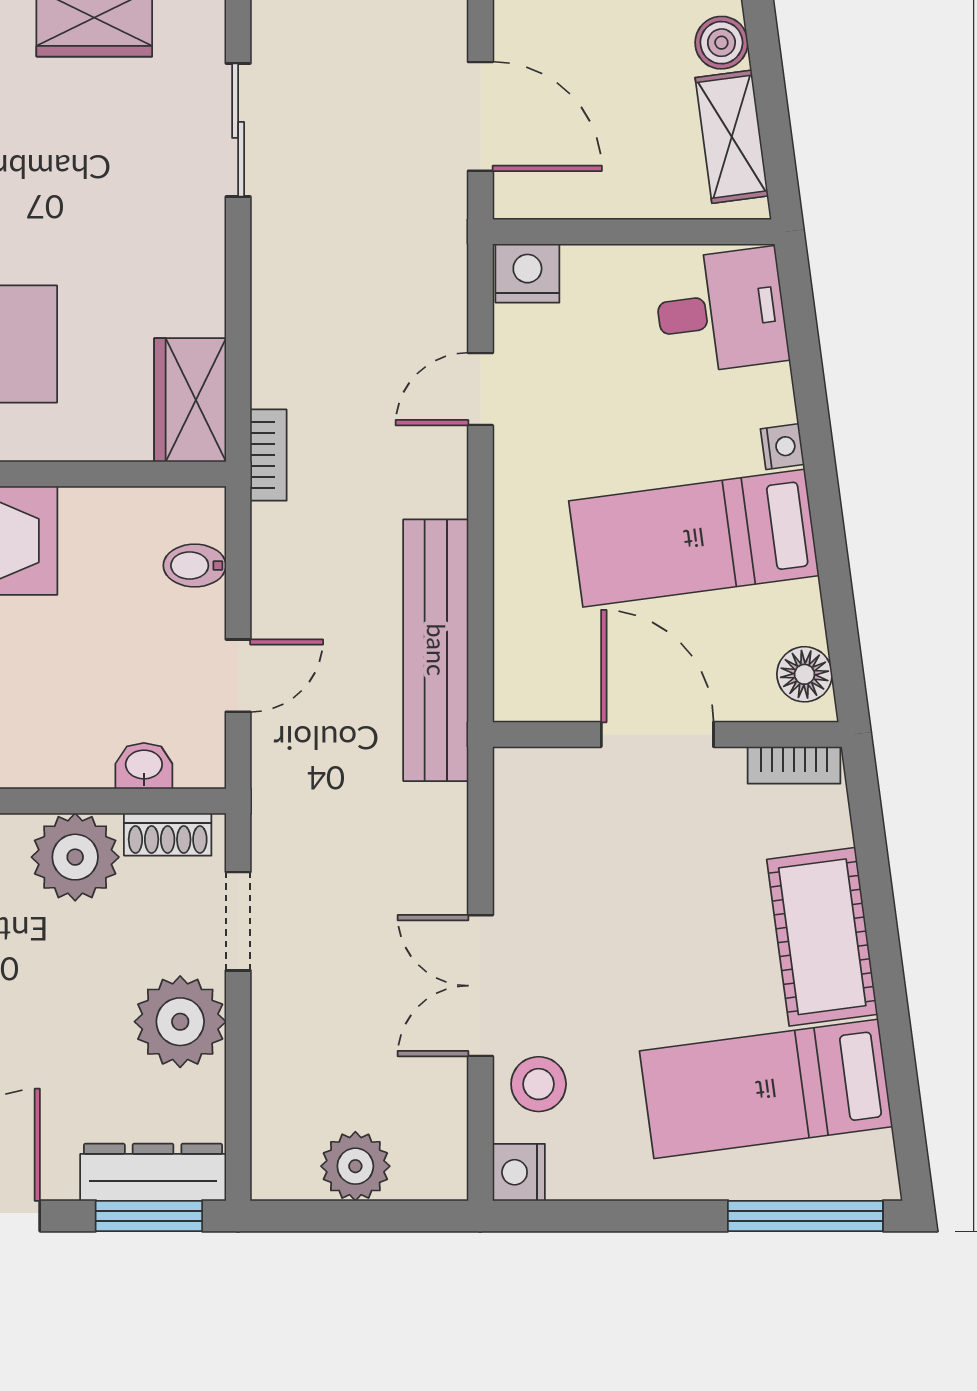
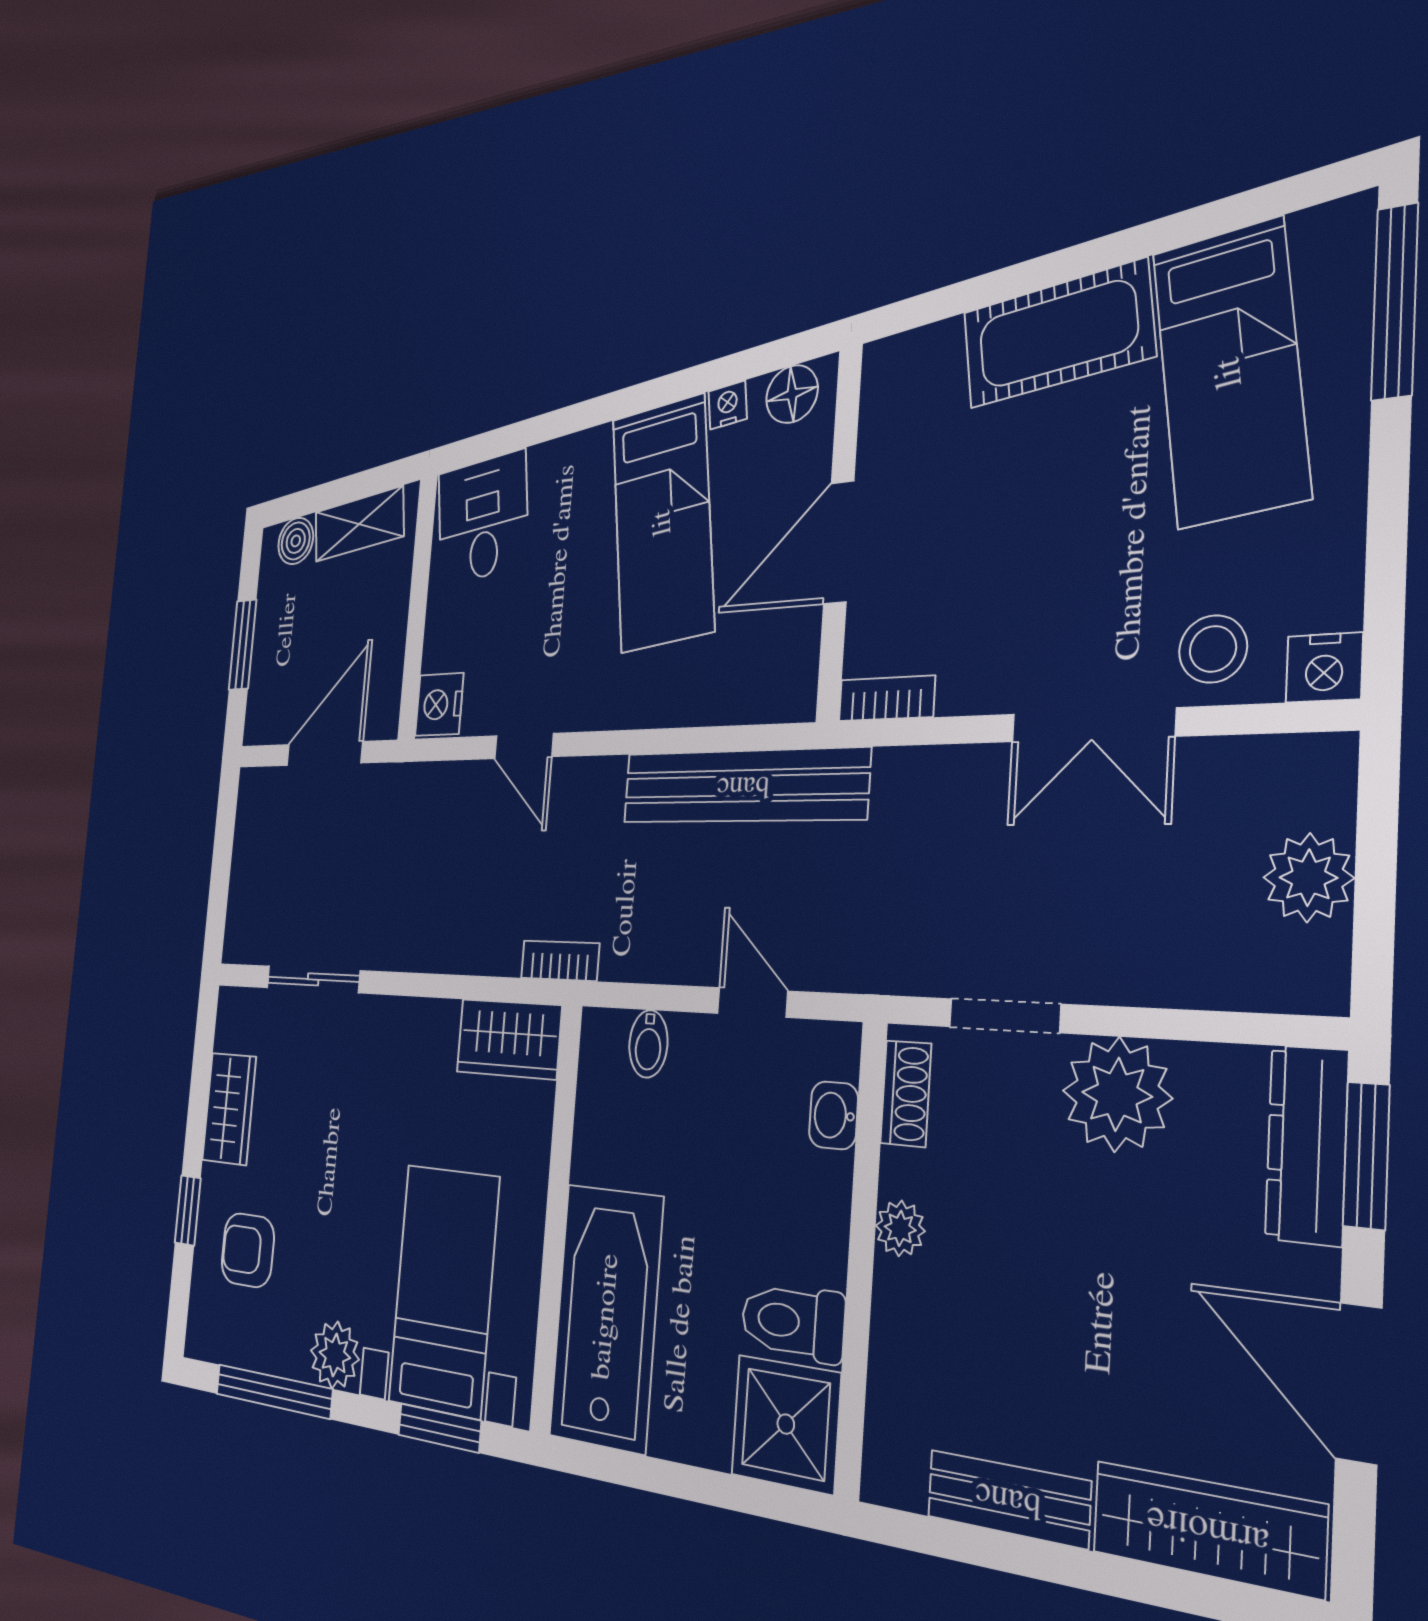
nightstand: (782, 447) -> (728, 405), moved
bookcase: (794, 765) -> (887, 698), moved, turned -90
plant: (75, 857) -> (900, 1228), width x0.53, depth x0.53

